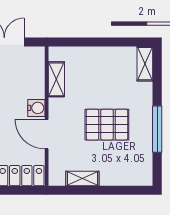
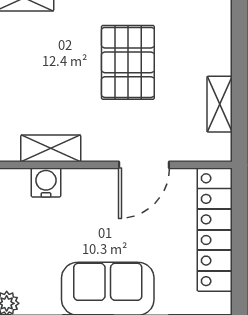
water cooler: (36, 108) -> (46, 183), moved

